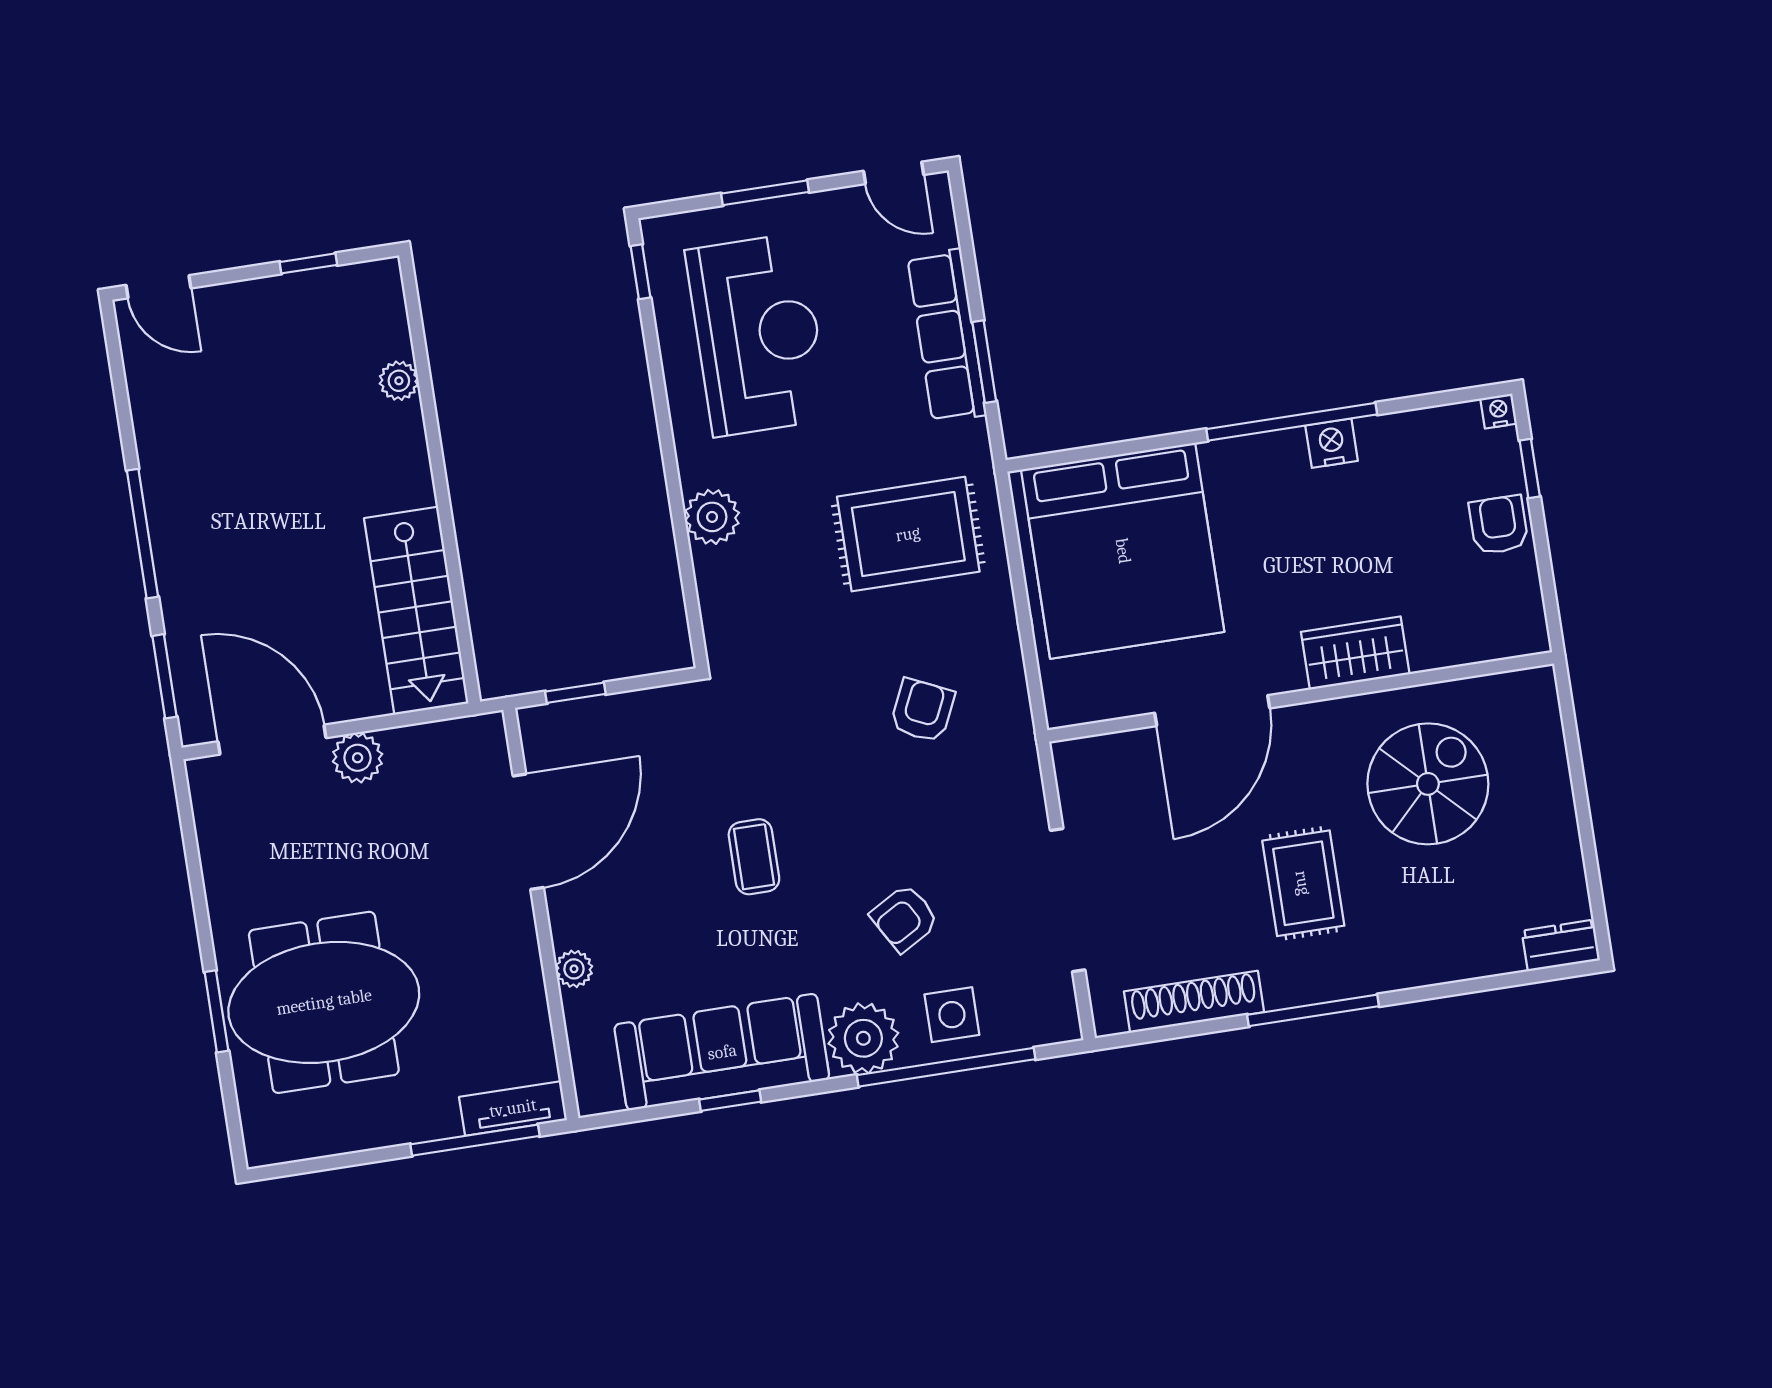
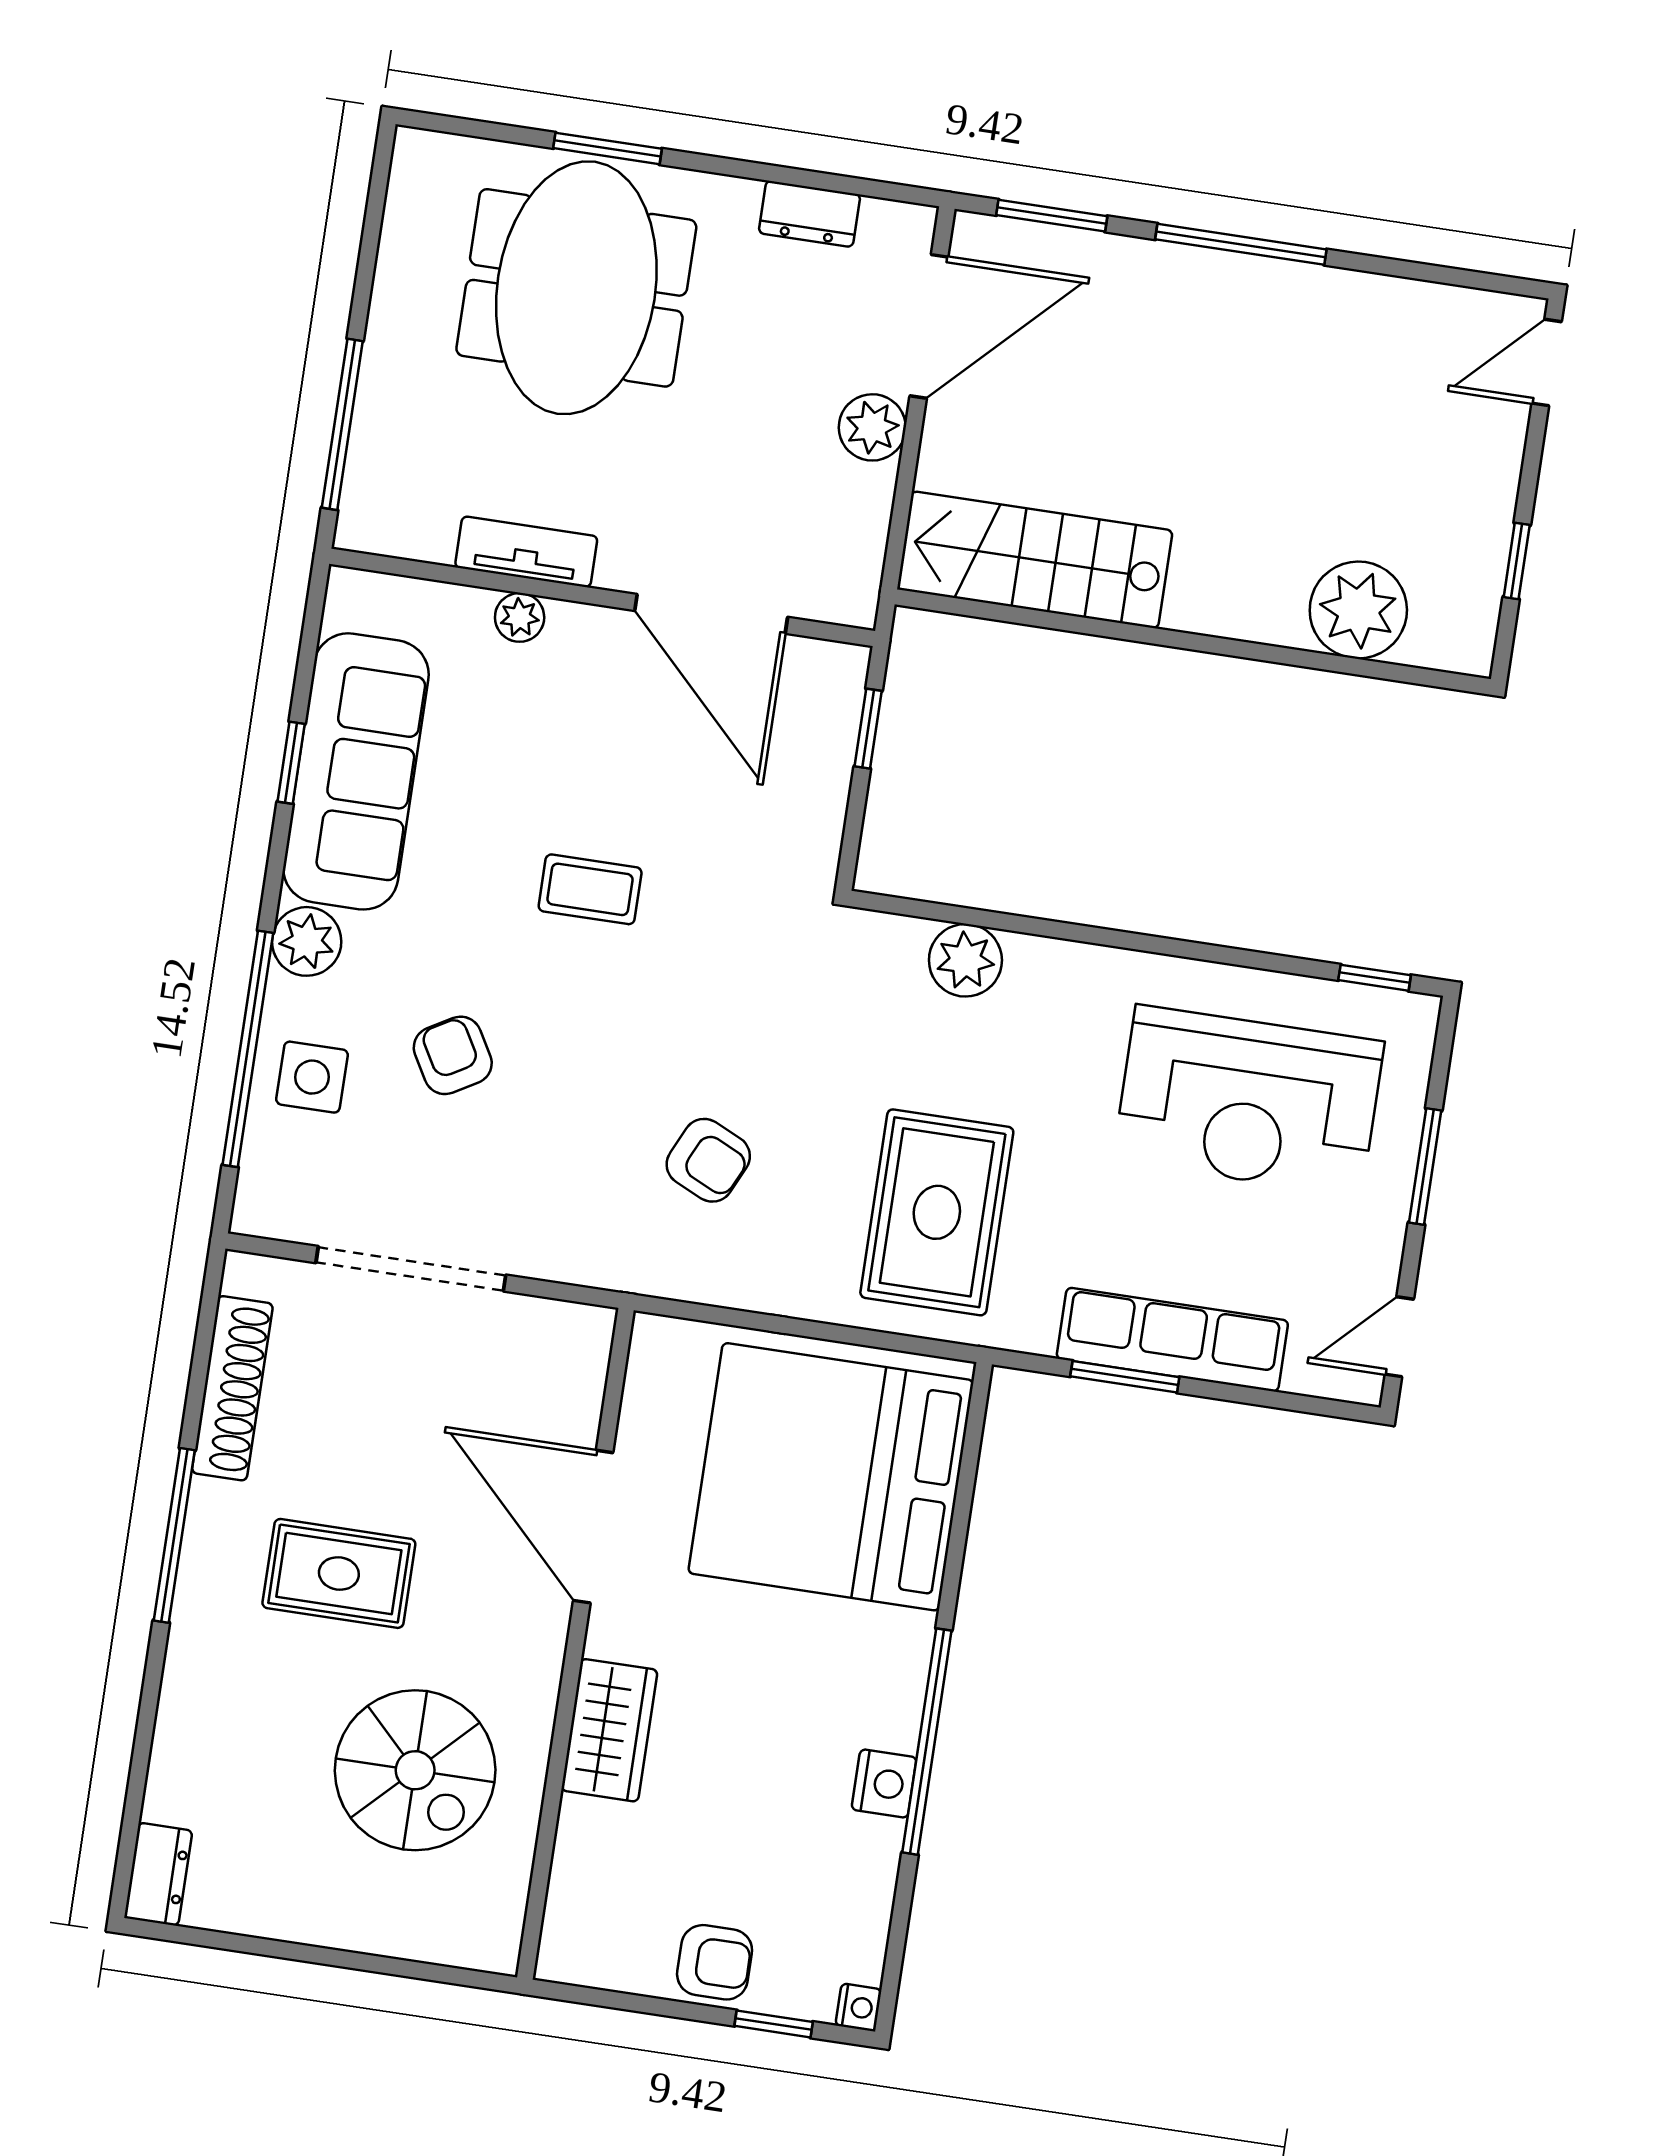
plant: (399, 381) -> (1358, 610), width x1.88, depth x1.88
plant: (712, 517) -> (965, 960), moved
dresser: (218, 851) -> (809, 214), added
plant: (863, 1038) -> (307, 941), width x0.73, depth x0.73
tv unit: (513, 1108) -> (526, 552), moved, turned -90

